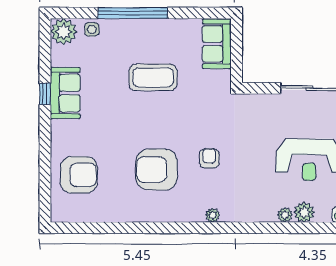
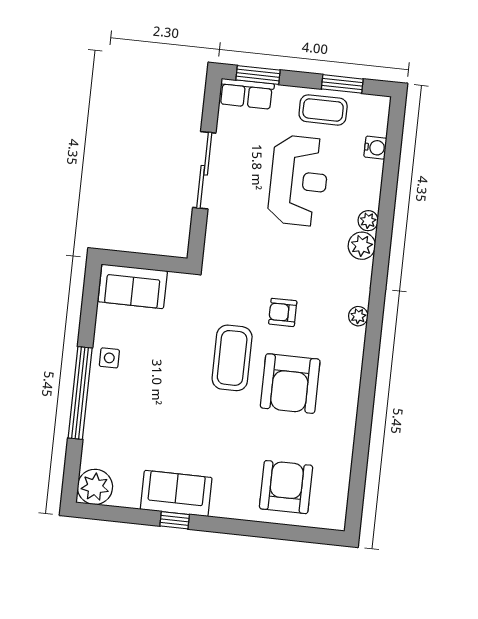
side table: (92, 29) -> (109, 358), moved
coffee table: (153, 77) -> (232, 358), moved
plant: (304, 212) -> (362, 246), moved

